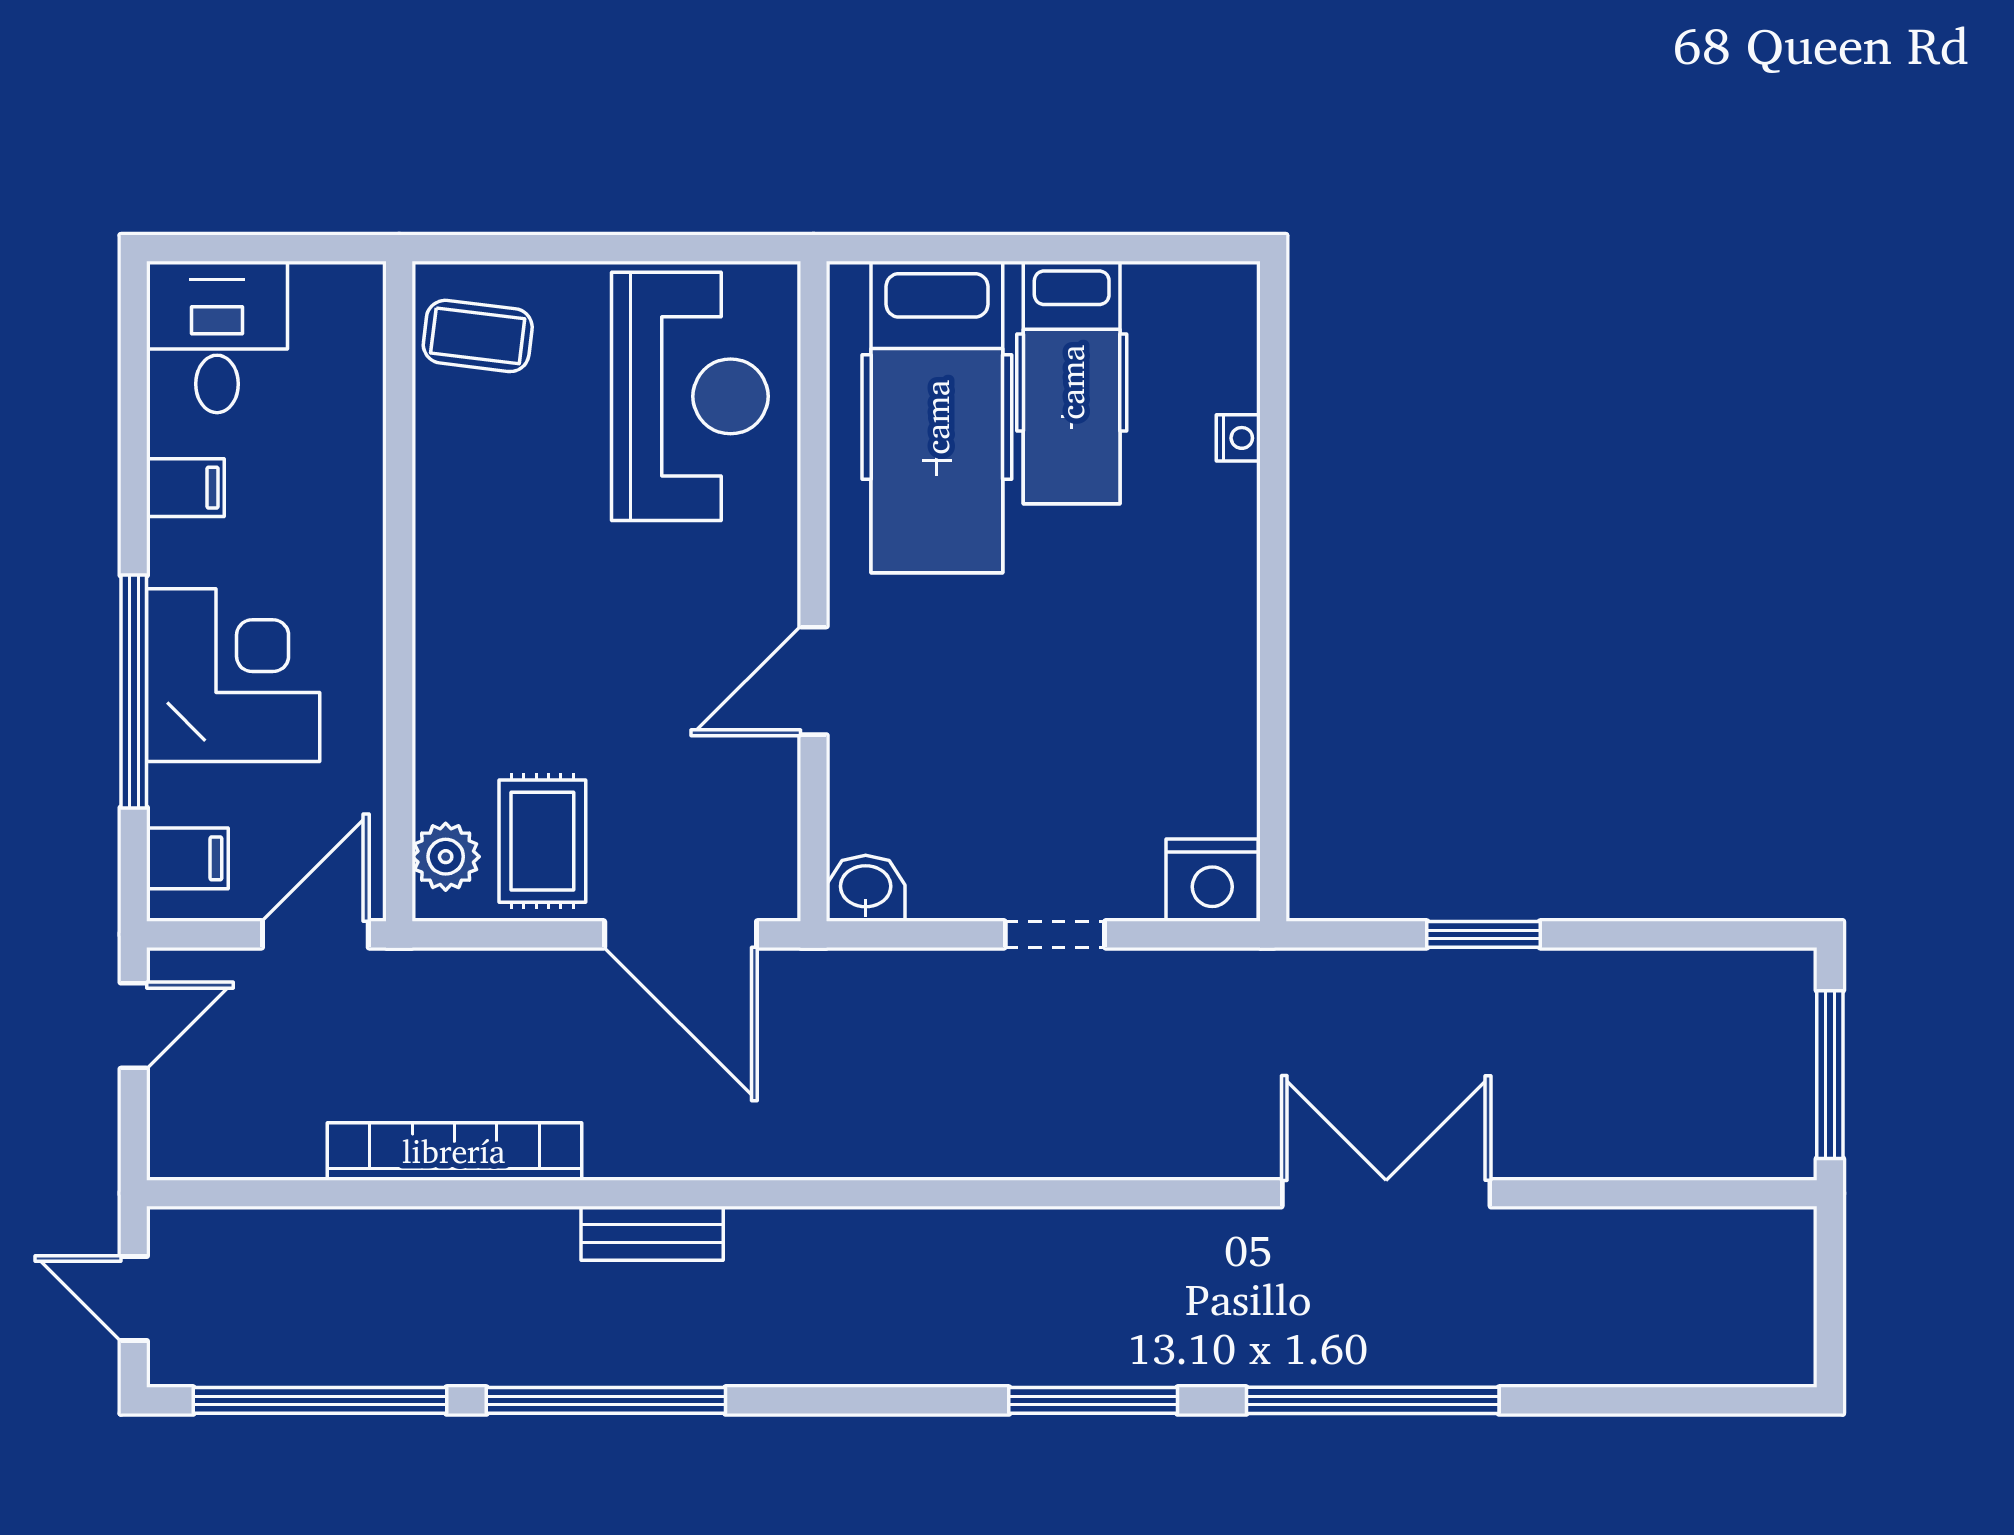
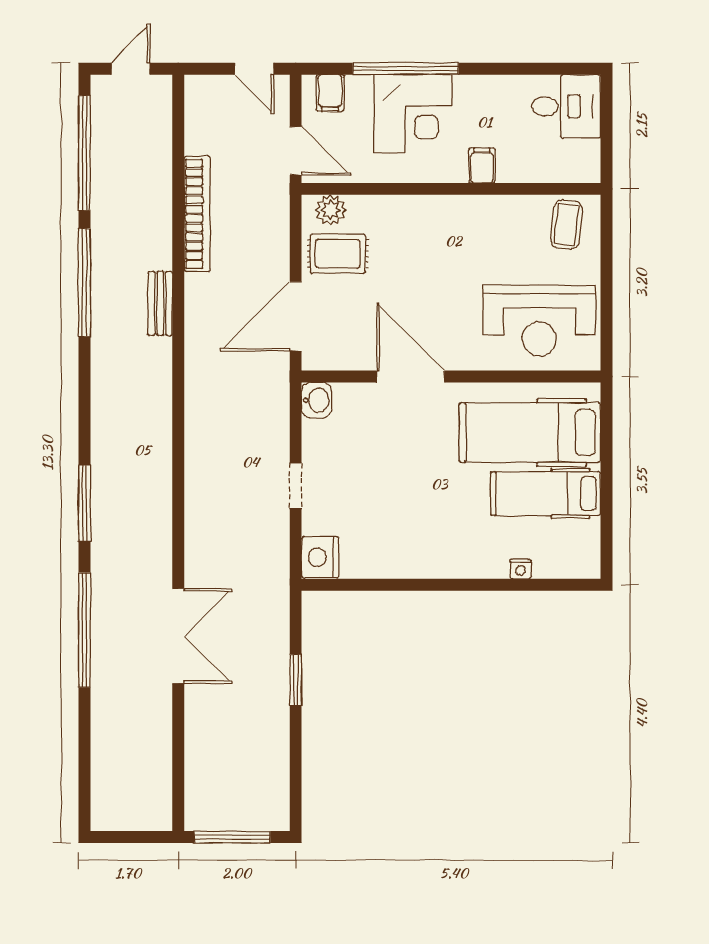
filing cabinet: (185, 488) -> (482, 165), moved, turned 180
door: (813, 681) -> (410, 377), width x1.36

